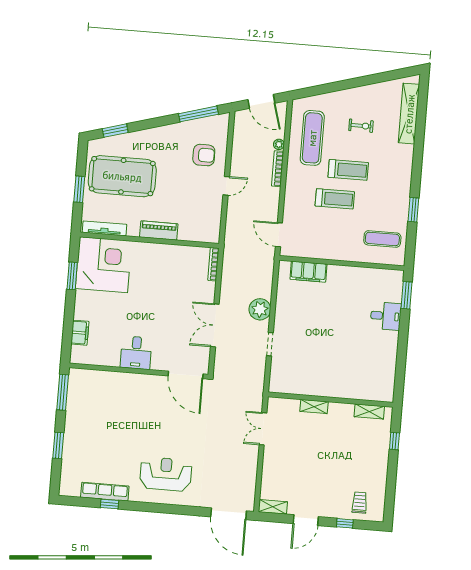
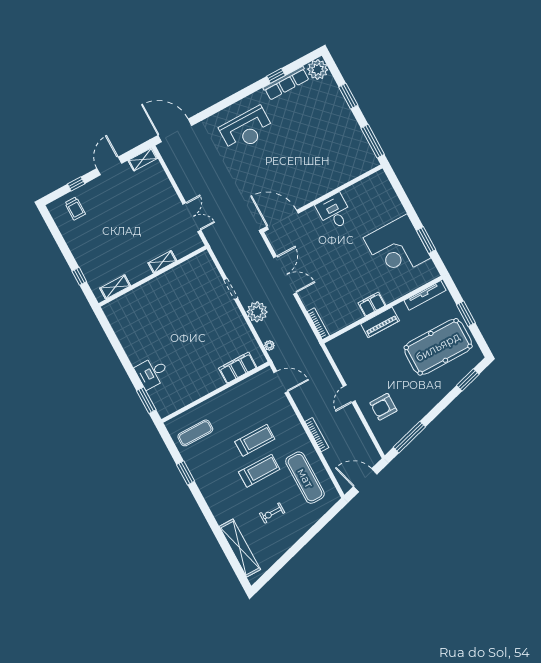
plant: (279, 144) -> (269, 345), moved
treadmill: (348, 170) -> (259, 471), turned 180
treadmill: (335, 199) -> (255, 440), turned 180
corner desk: (104, 265) -> (397, 248), moved
filing cabinet: (80, 333) -> (372, 304), moved, turned 90
plant: (70, 486) -> (318, 70), added

